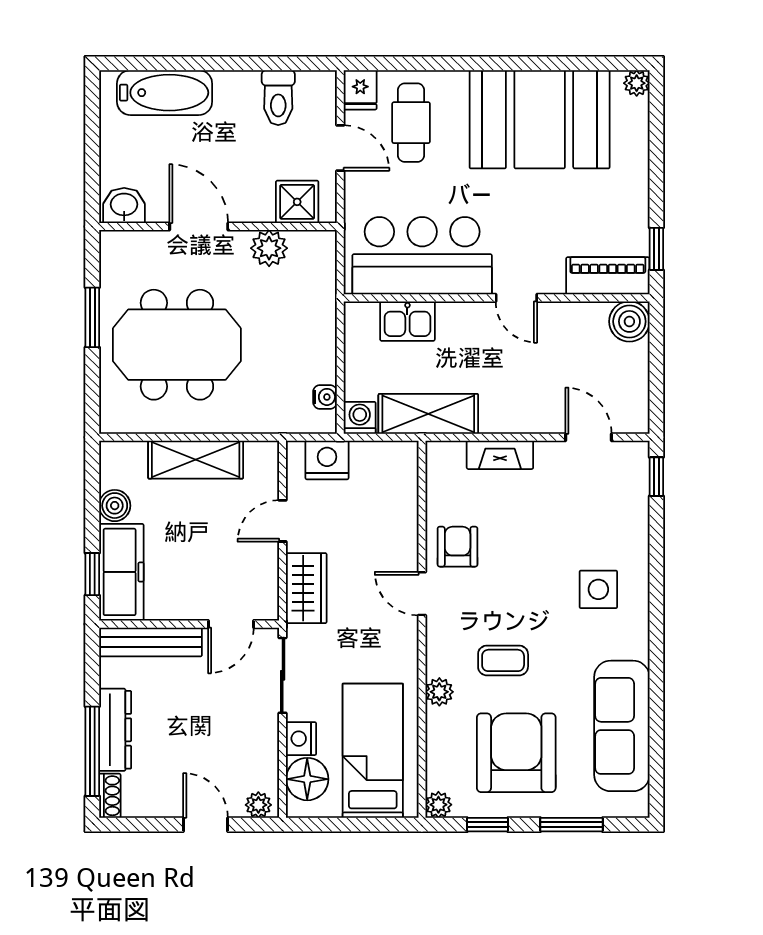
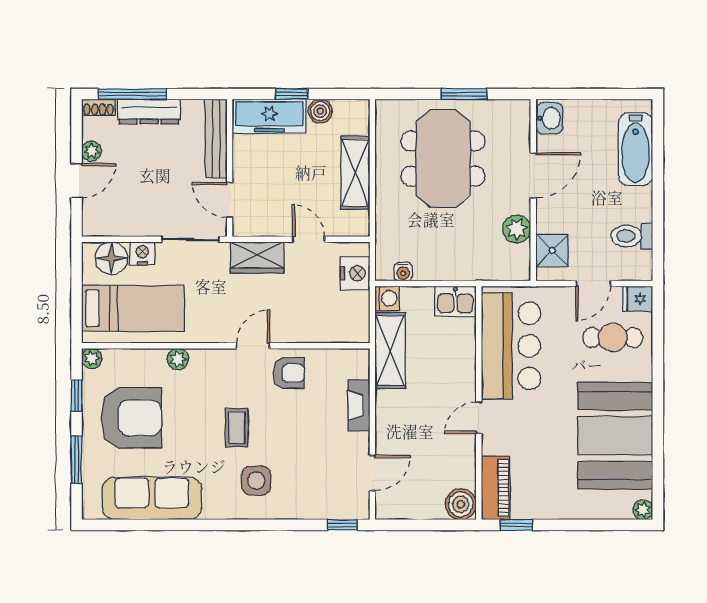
kitchen sink: (407, 321) -> (455, 301), moved, turned -90
window: (92, 574) -> (292, 94), moved
coffee table: (503, 660) -> (237, 428), moved
plant: (258, 805) -> (92, 151), moved

